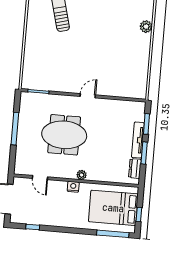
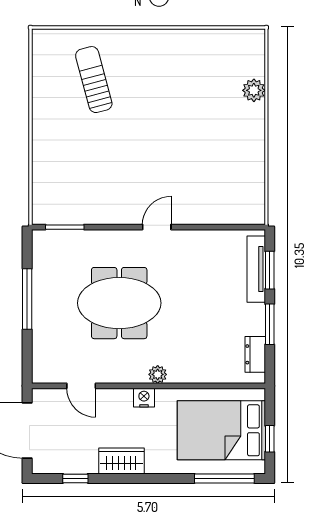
tv unit: (138, 140) -> (256, 269), moved
wardrobe: (58, 220) -> (121, 461), added

